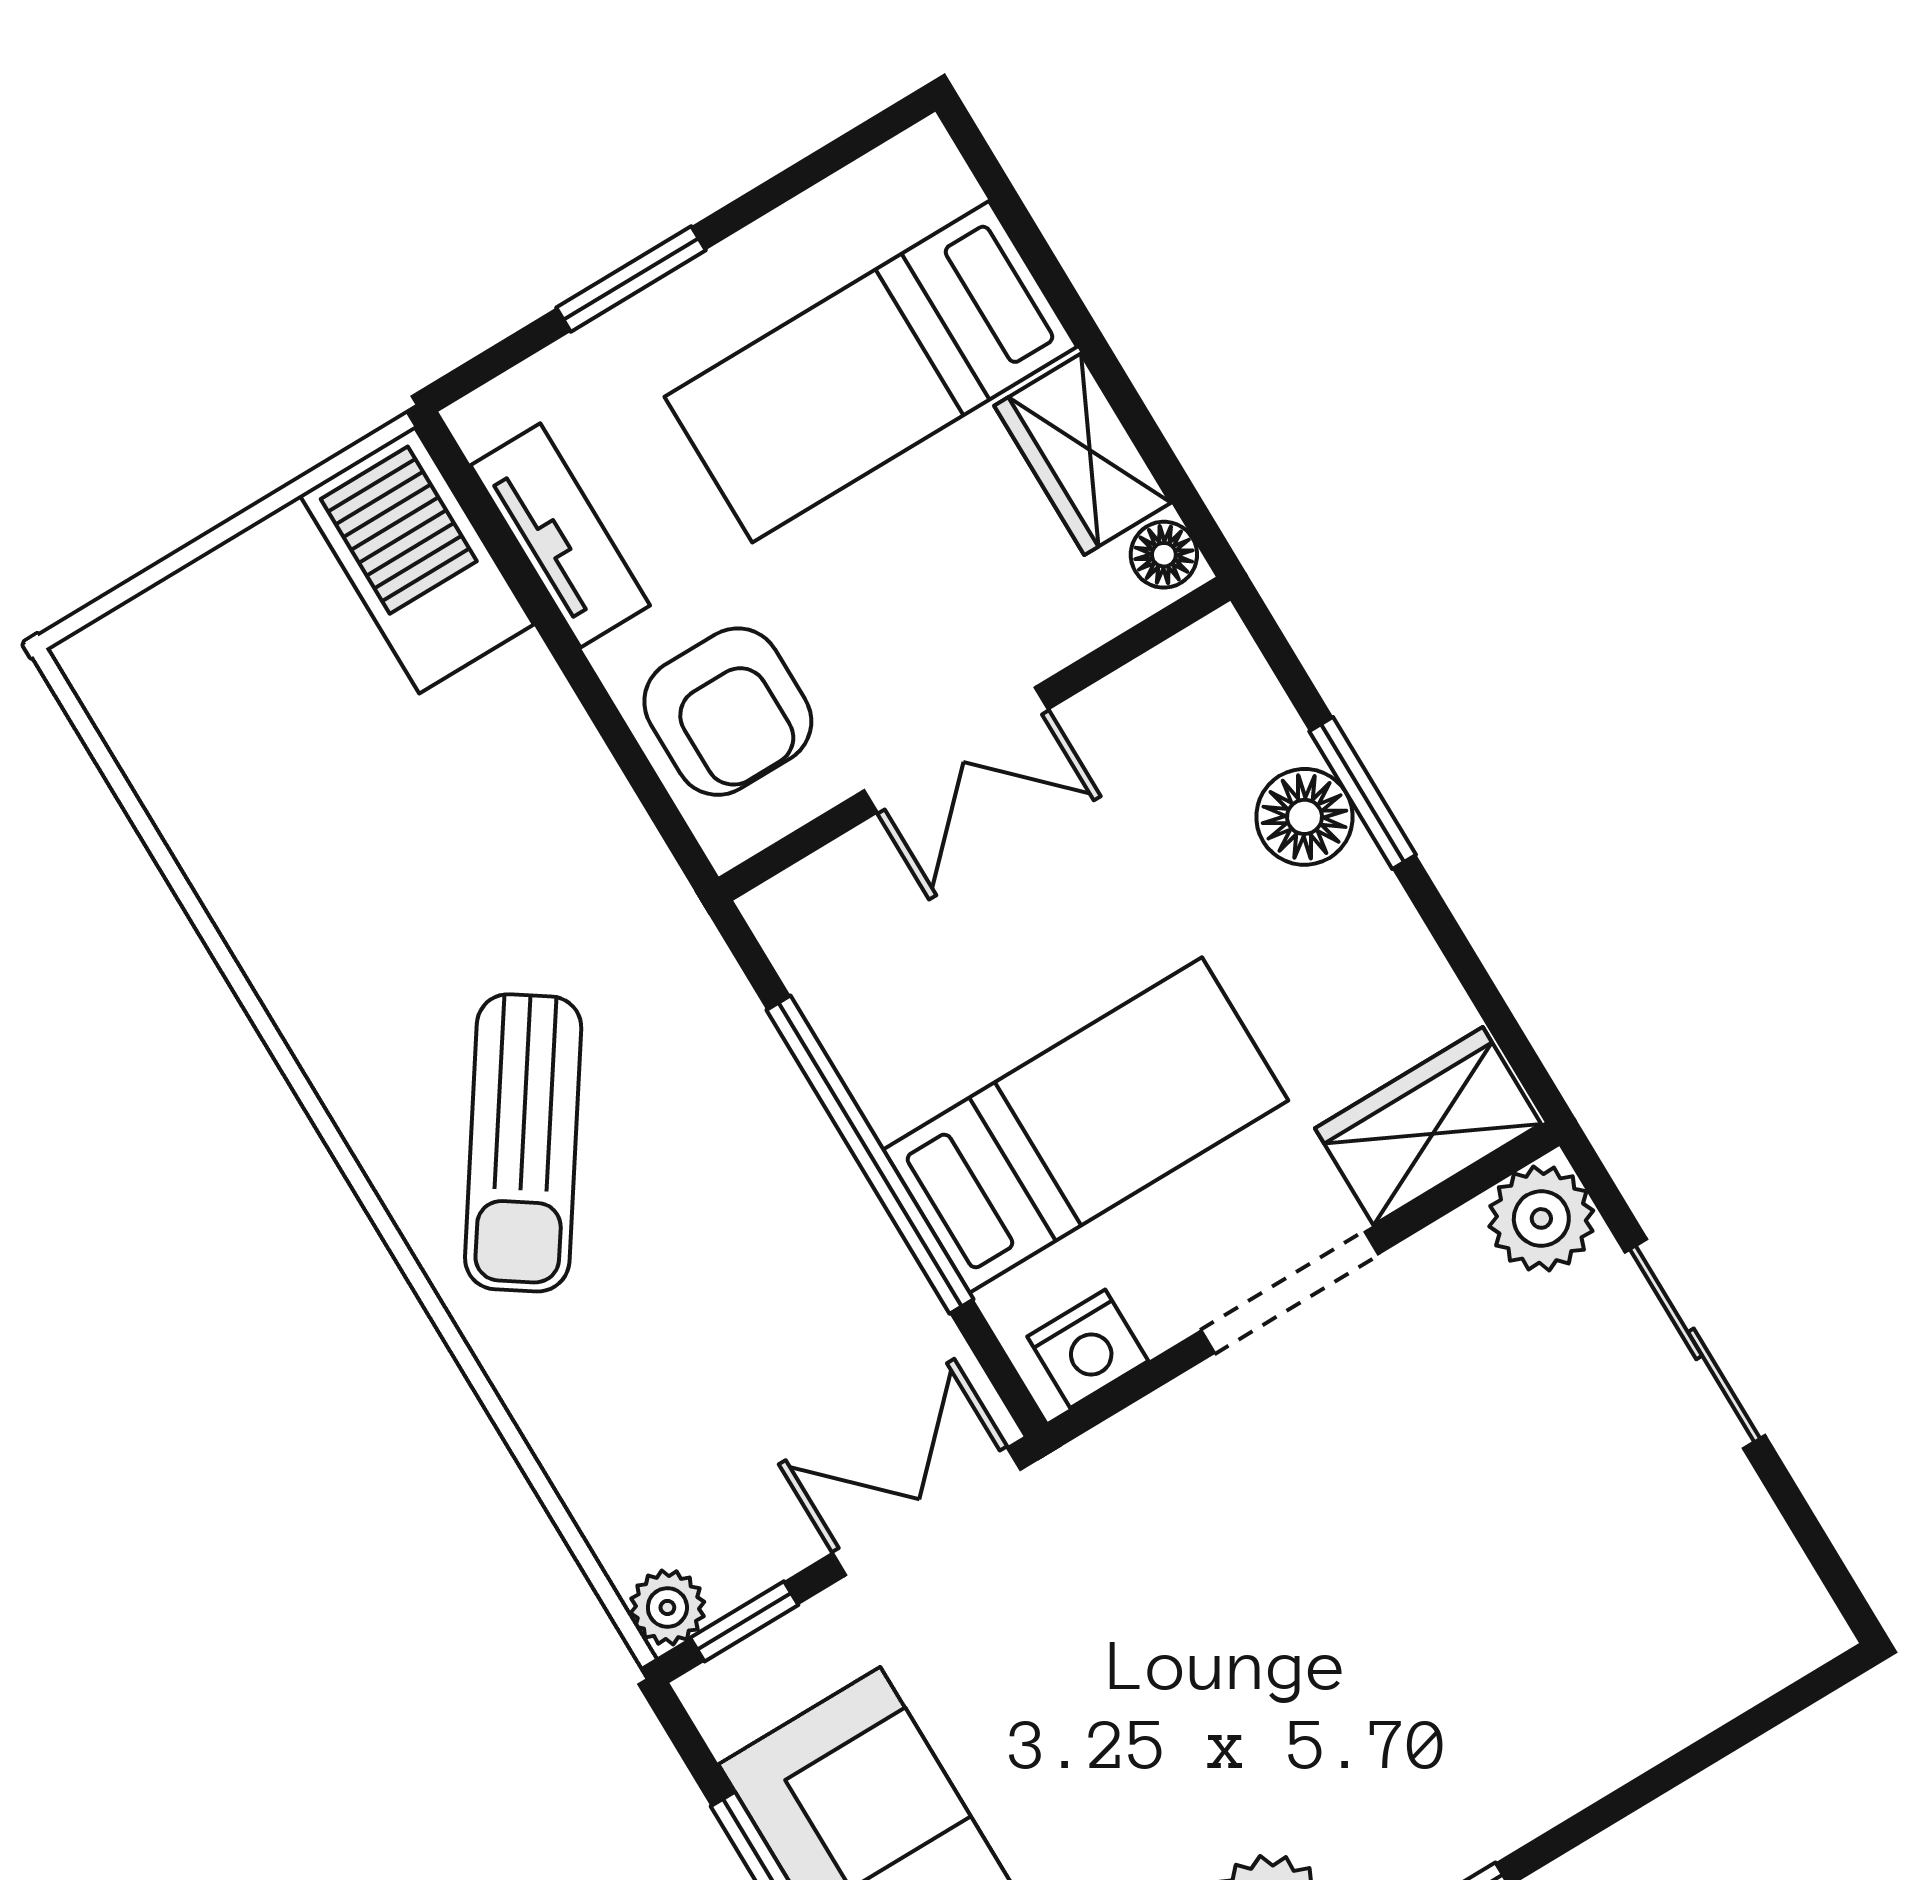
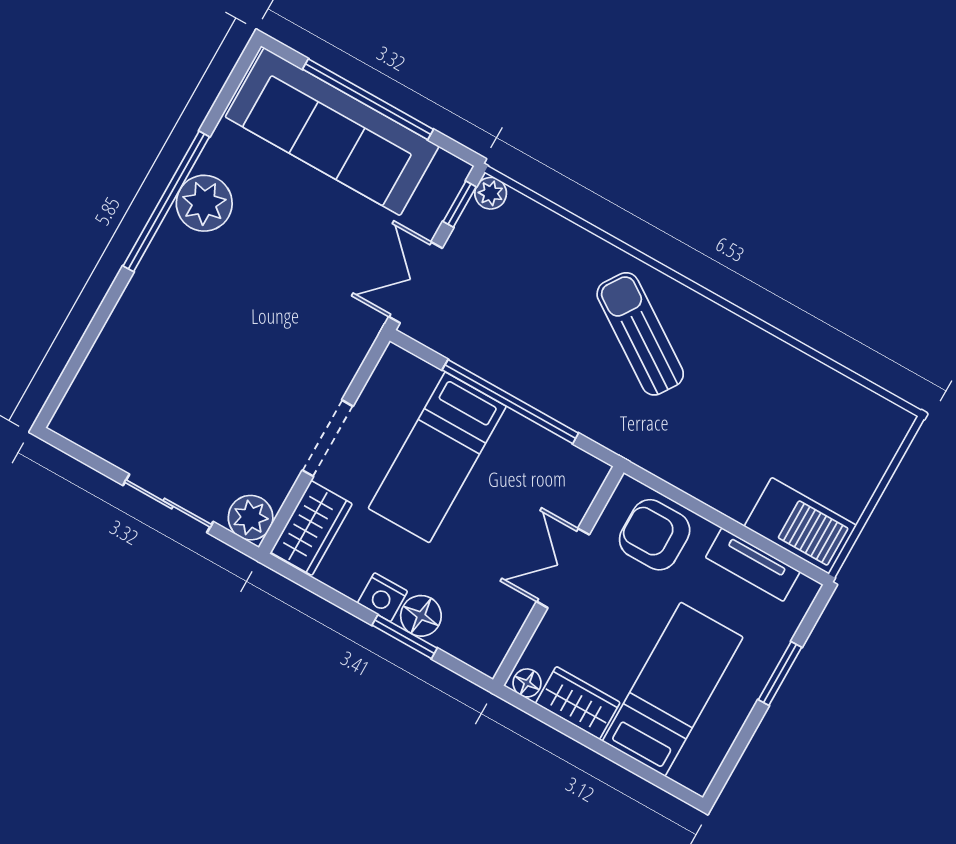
nightstand: (1088, 1349) -> (383, 597), moved, turned -90
double door: (927, 1511) -> (415, 282), swing flipped

